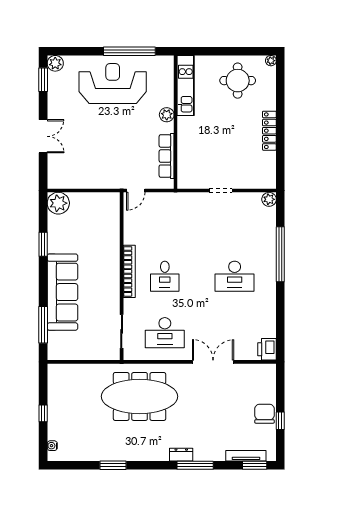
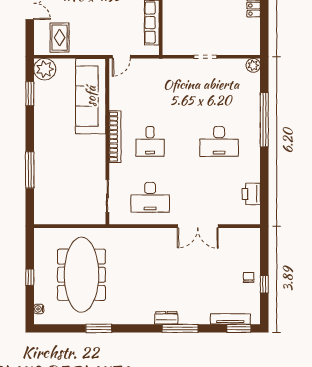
rug: (73, 171) -> (60, 38), added
window: (43, 244) -> (30, 94), moved
sofa: (62, 292) -> (91, 96), moved, turned 180
window: (43, 325) -> (30, 170), moved
printer: (267, 349) -> (251, 194), moved
double door: (213, 362) -> (198, 226), swing flipped
meeting table: (140, 396) -> (81, 275), moved, turned 90
chair: (265, 414) -> (249, 277), width x0.54, depth x0.54

